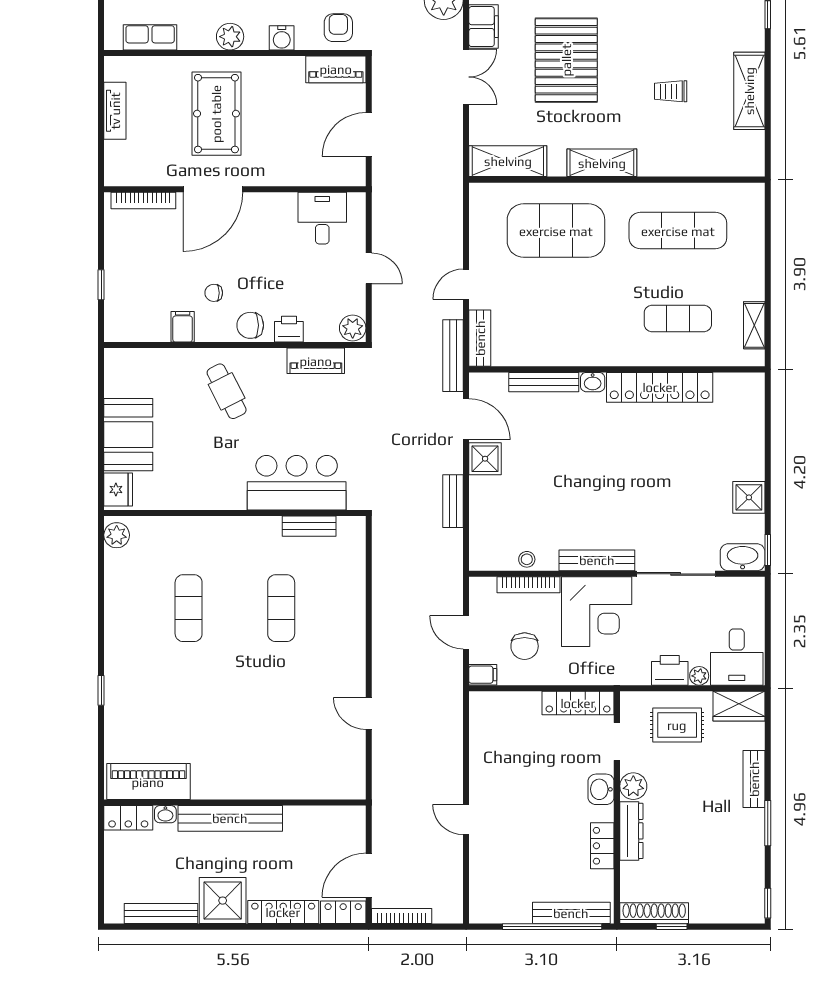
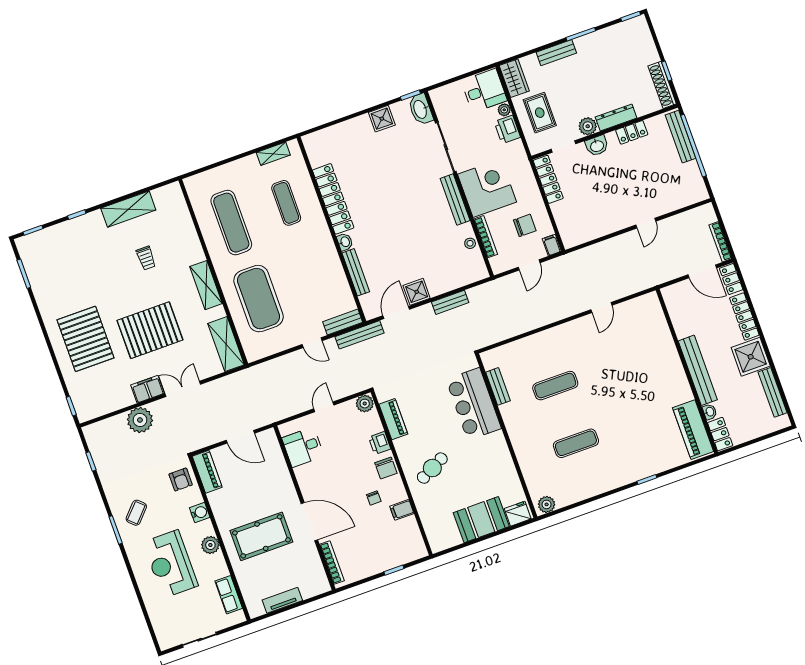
armchair: (338, 28) -> (181, 480), turned -90

